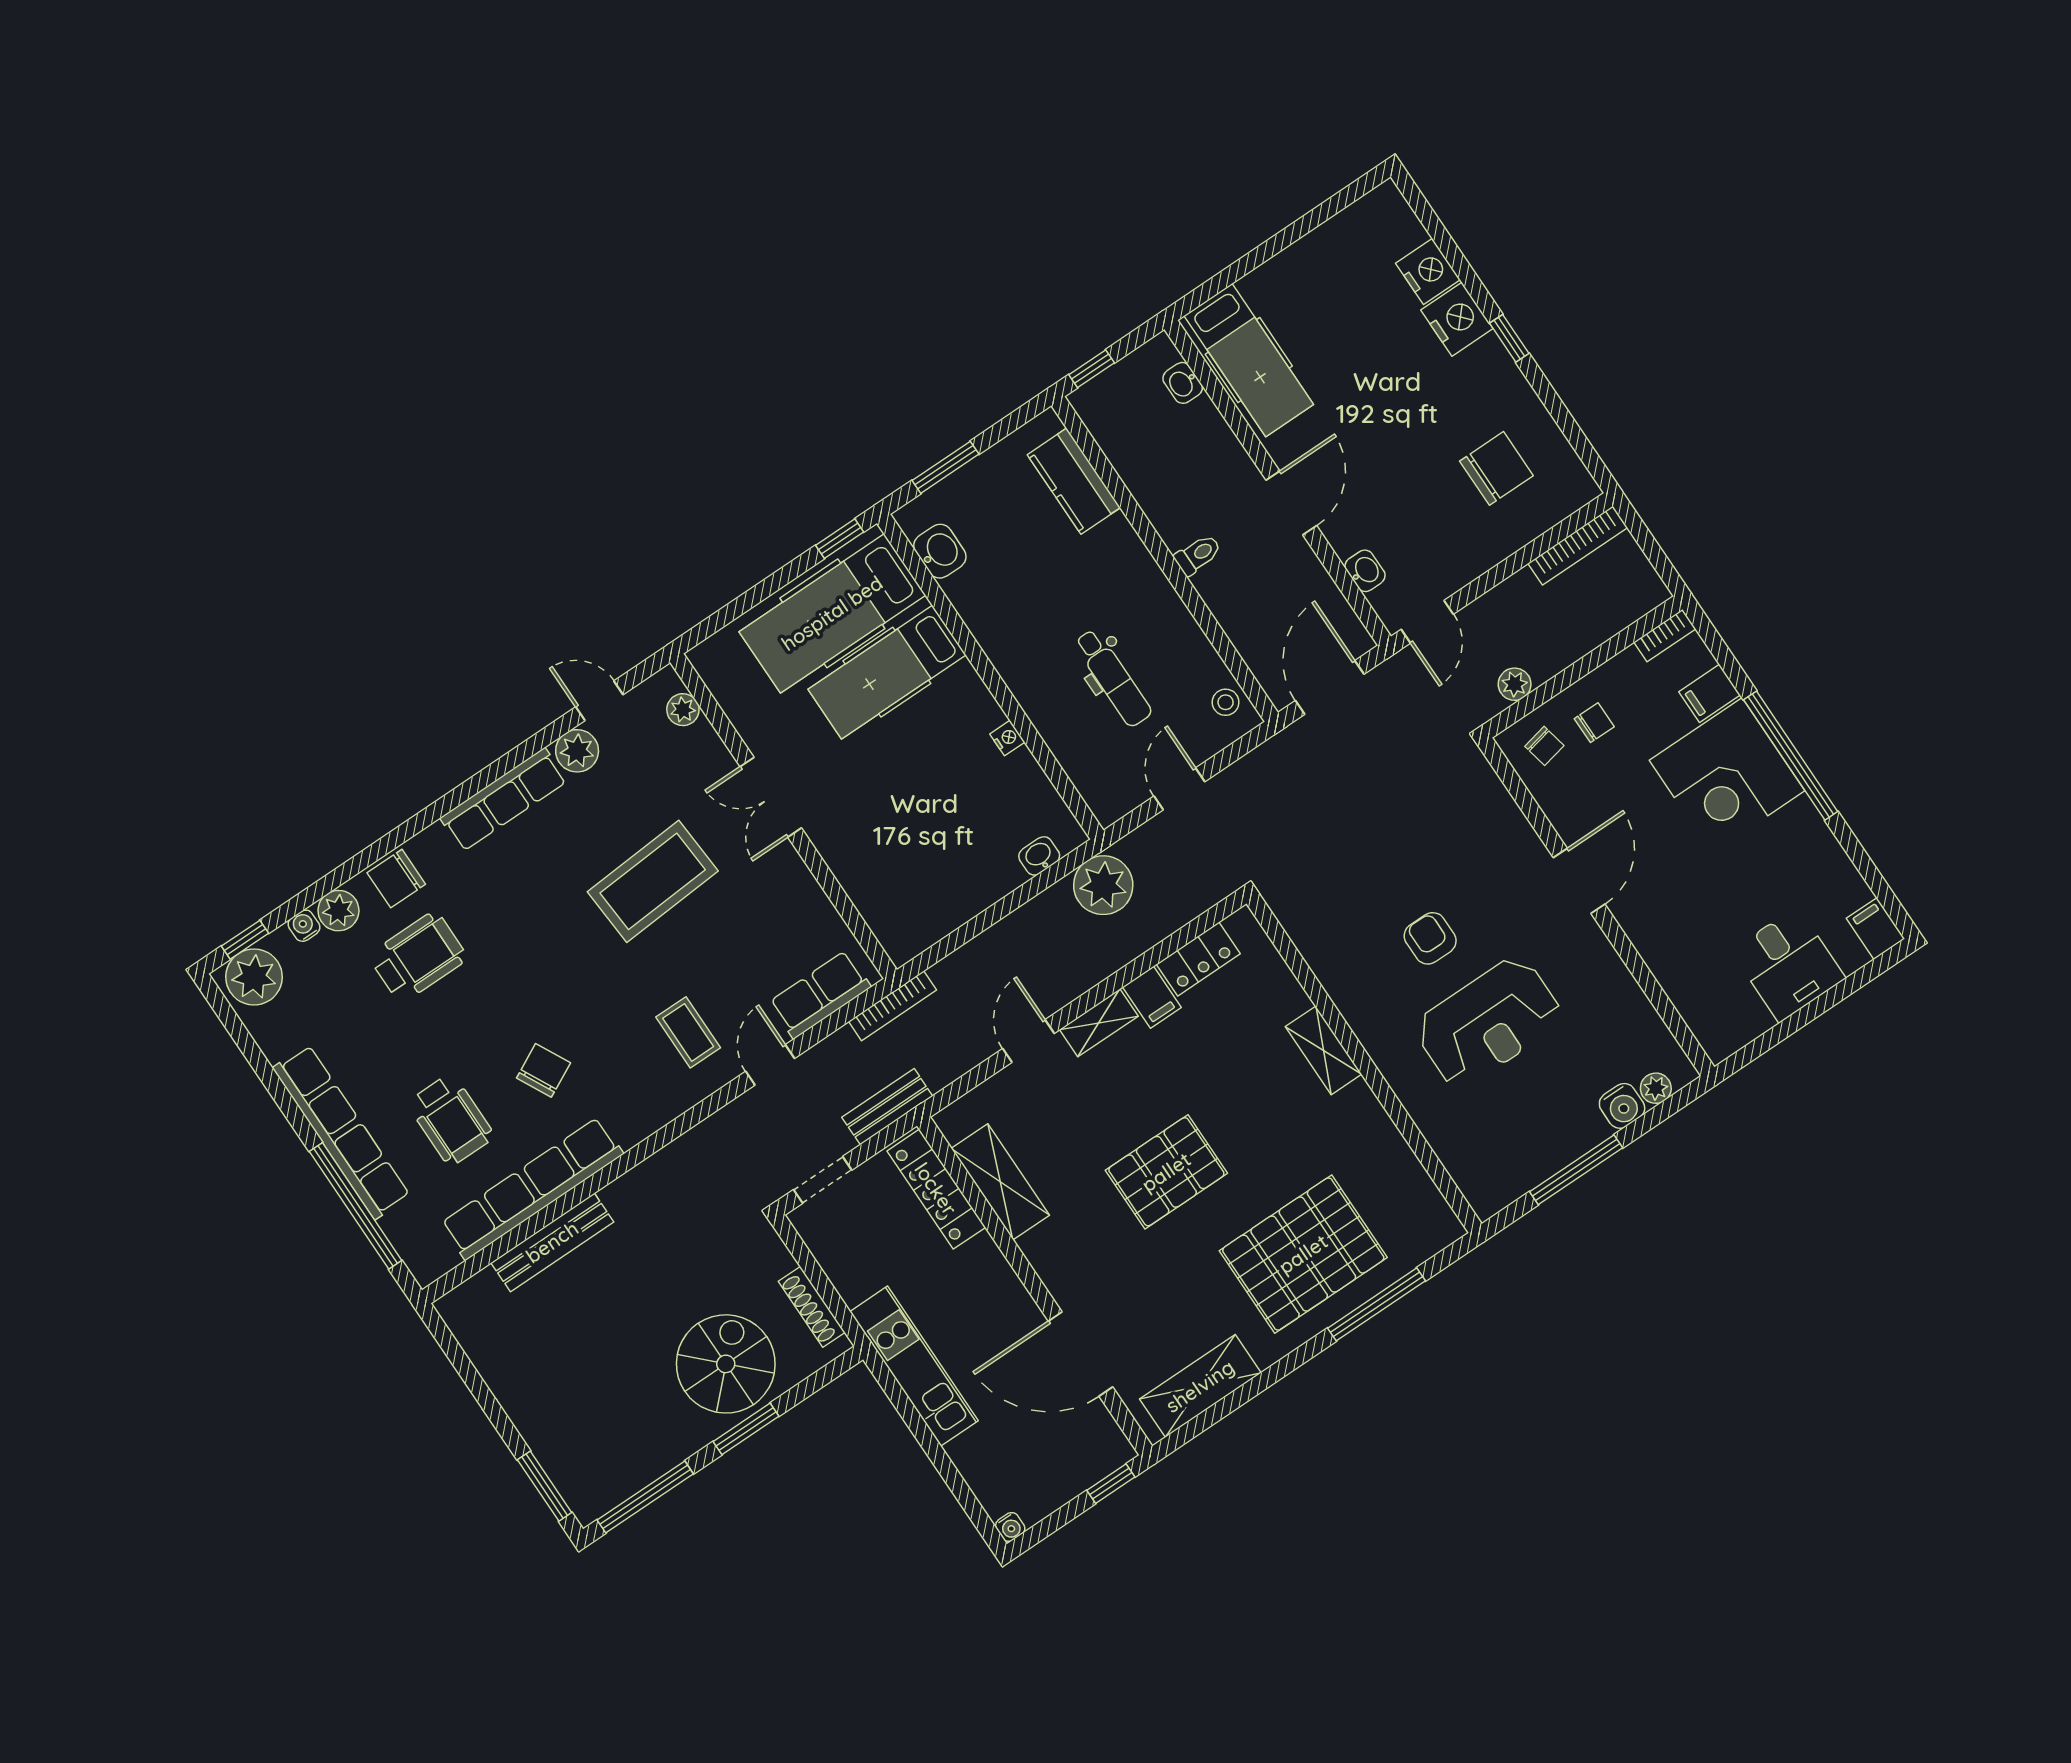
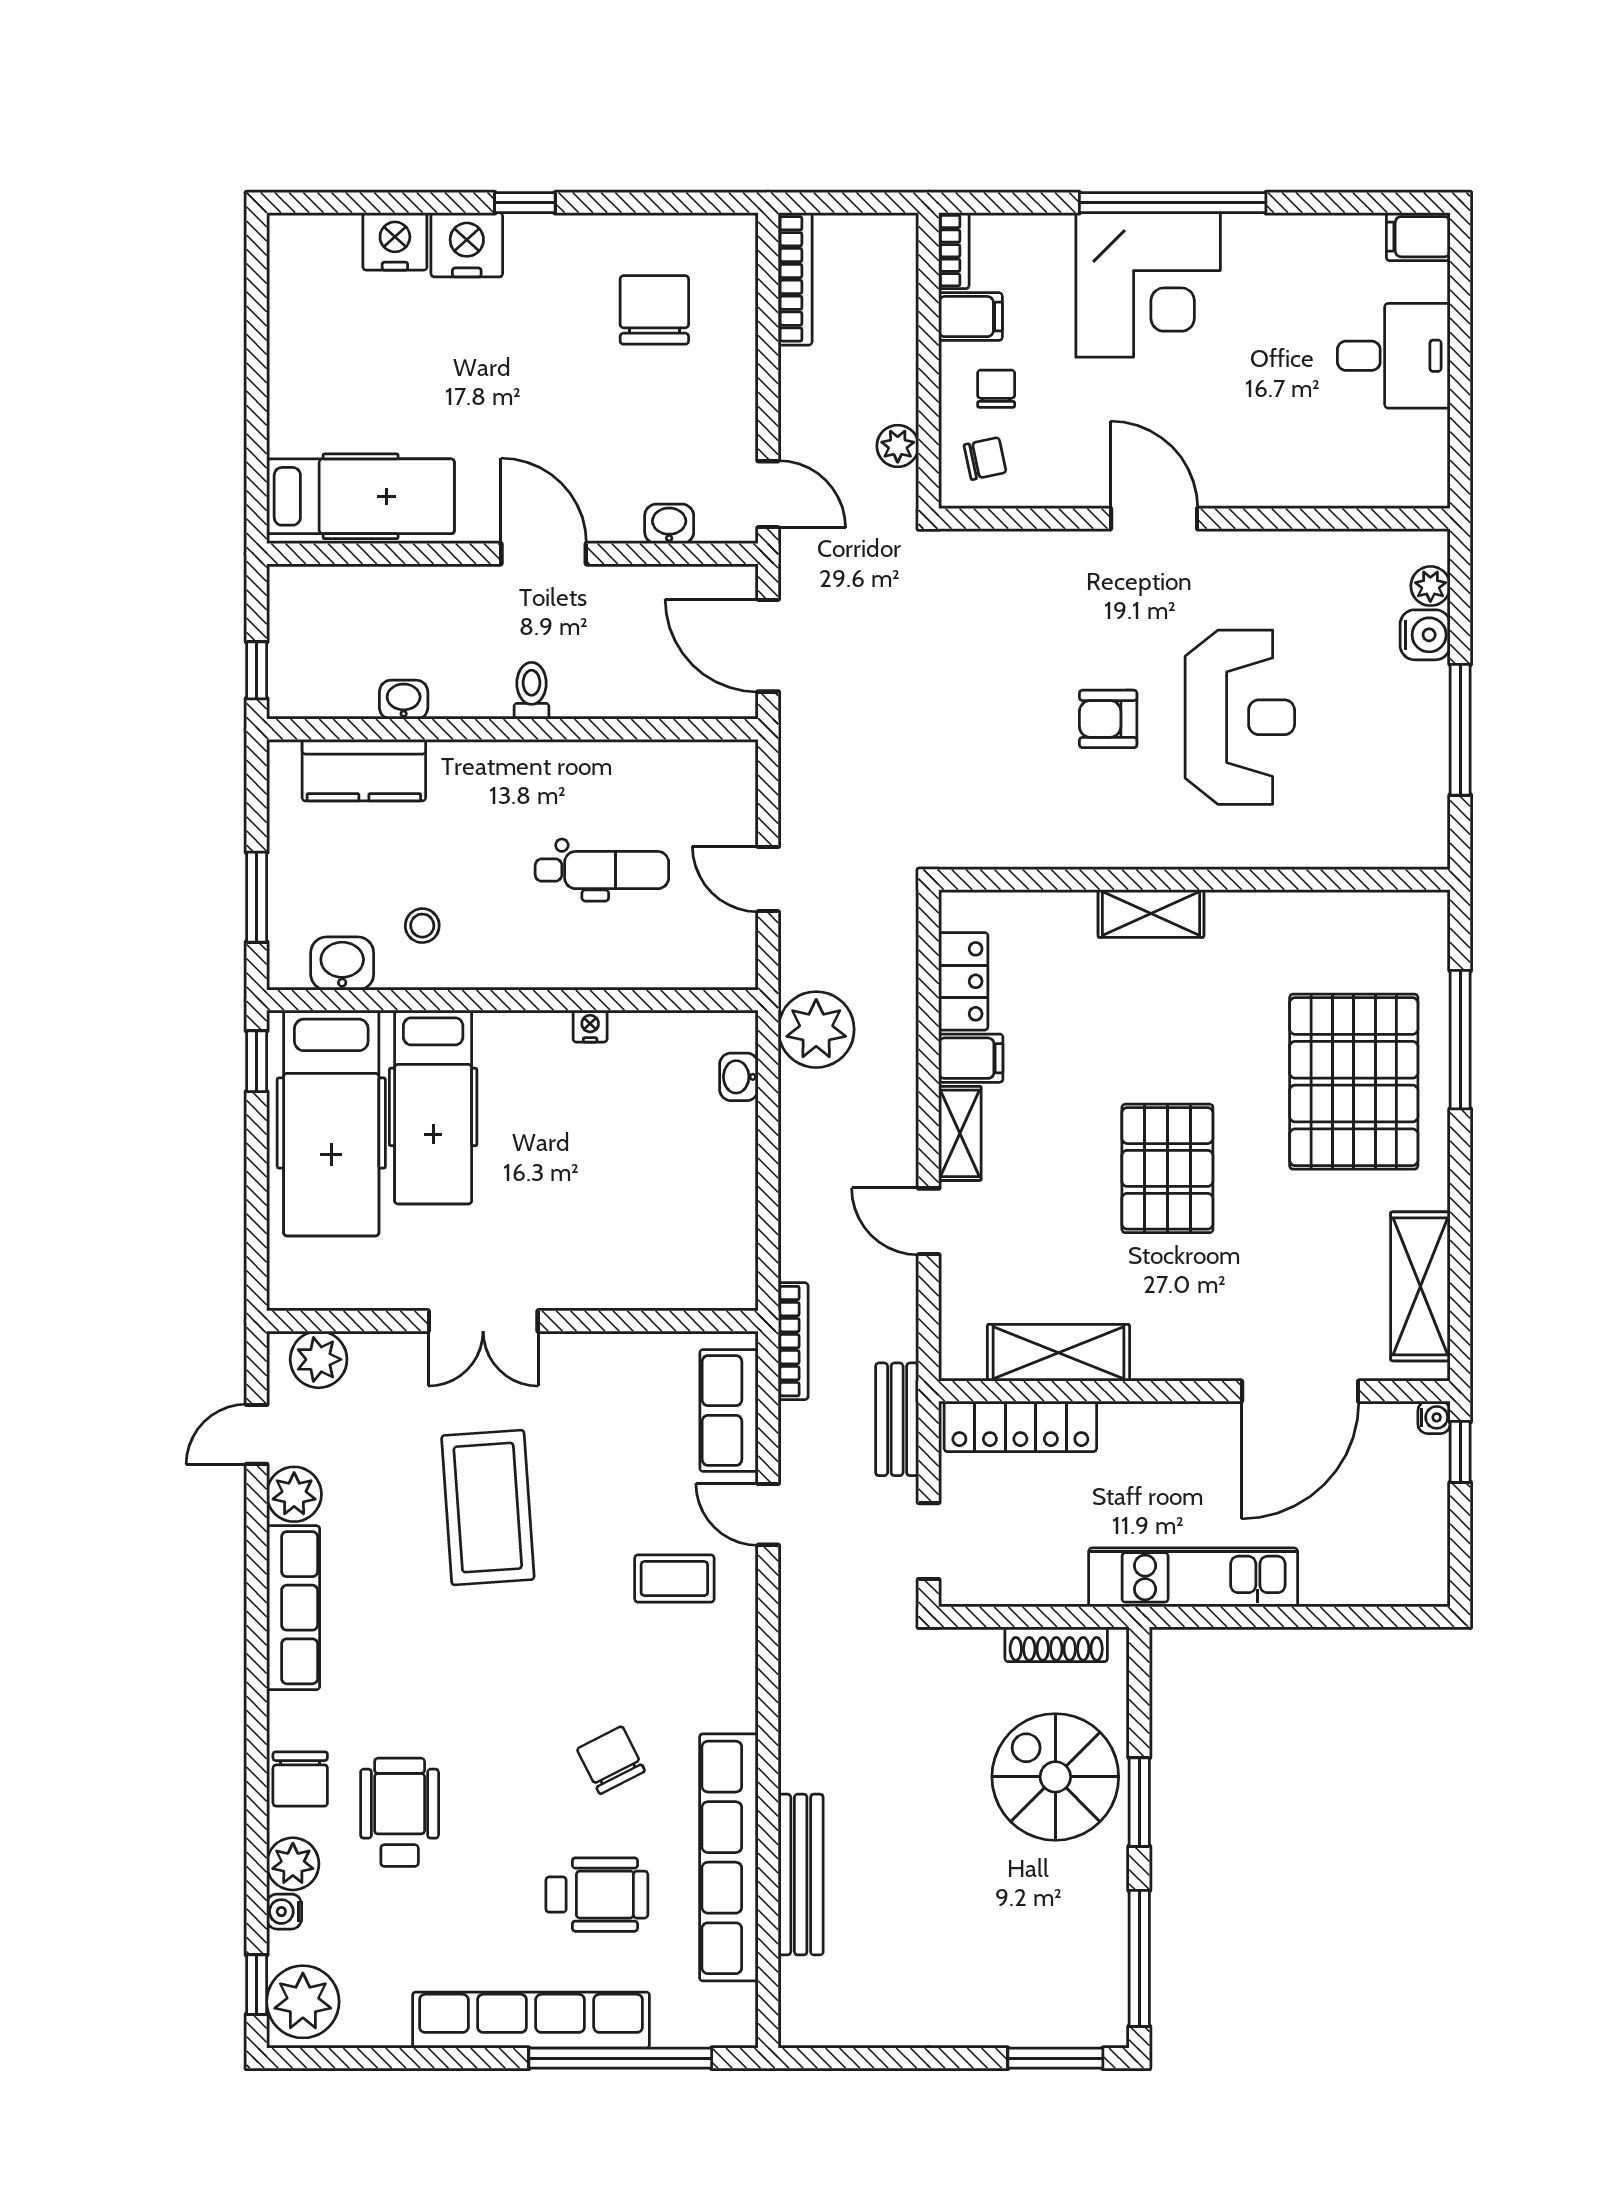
washbasin: (1183, 383) -> (404, 700), moved, turned 180
filing cabinet: (1710, 693) -> (970, 317), moved, turned -90
stool: (1226, 702) -> (422, 926), moved
plant: (683, 710) -> (319, 1359), width x1.38, depth x1.38
water cooler: (1010, 1527) -> (1434, 1417), moved

